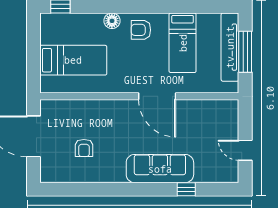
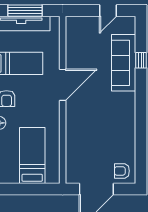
armchair: (84, 148) -> (122, 171), moved, turned 180
sofa: (160, 169) -> (124, 63), moved

